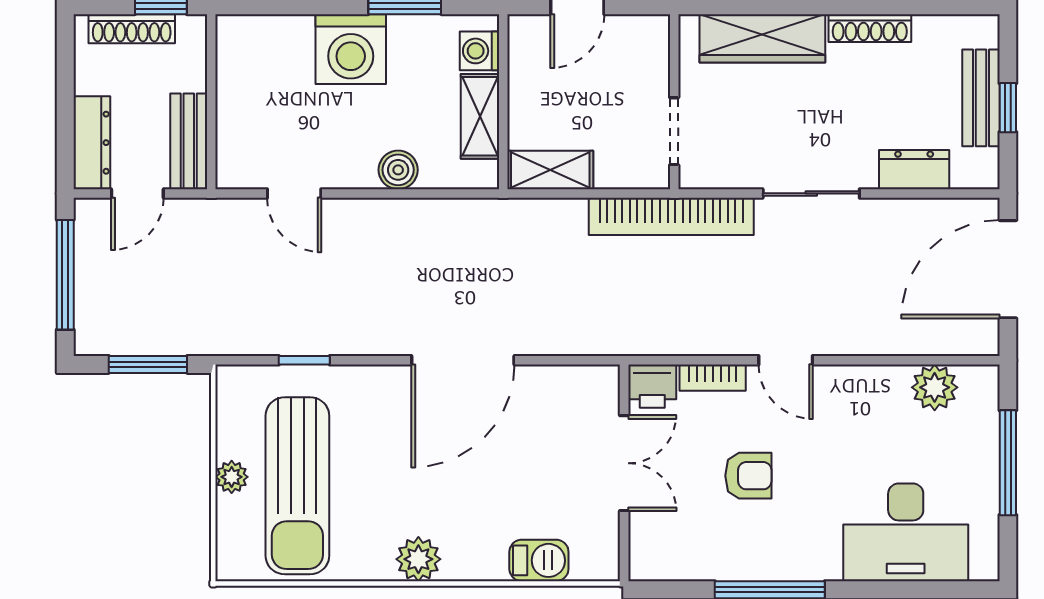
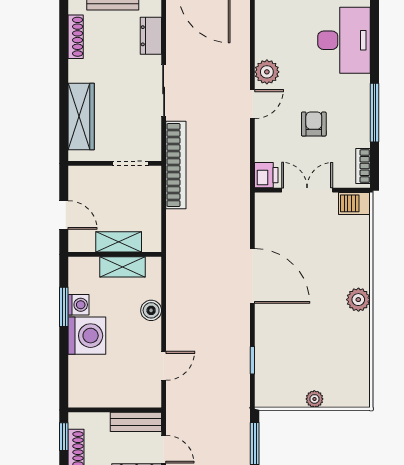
shoe rack: (870, 28) -> (76, 37), moved
washing machine: (479, 51) -> (79, 305), moved, turned -90
shelving: (550, 170) -> (119, 242), moved, turned 90
bookcase: (713, 378) -> (363, 166), moved, turned 180
plant: (935, 387) -> (267, 72), moved
sun lounger: (297, 486) -> (319, 364), removed
barbecue: (539, 560) -> (354, 203), moved, turned -90

